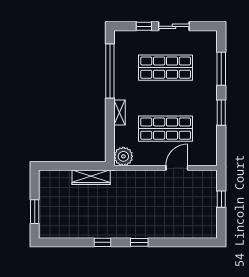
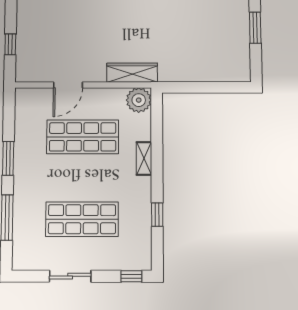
window: (144, 26) -> (131, 276), moved
window: (110, 71) -> (157, 215), width x0.32
wardrobe: (91, 177) -> (132, 73), moved

